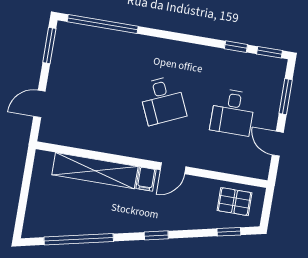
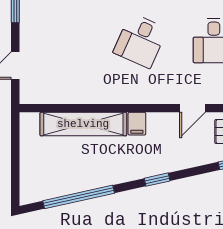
desk: (163, 100) -> (140, 41), turned 48
door: (173, 168) -> (193, 108), moved

